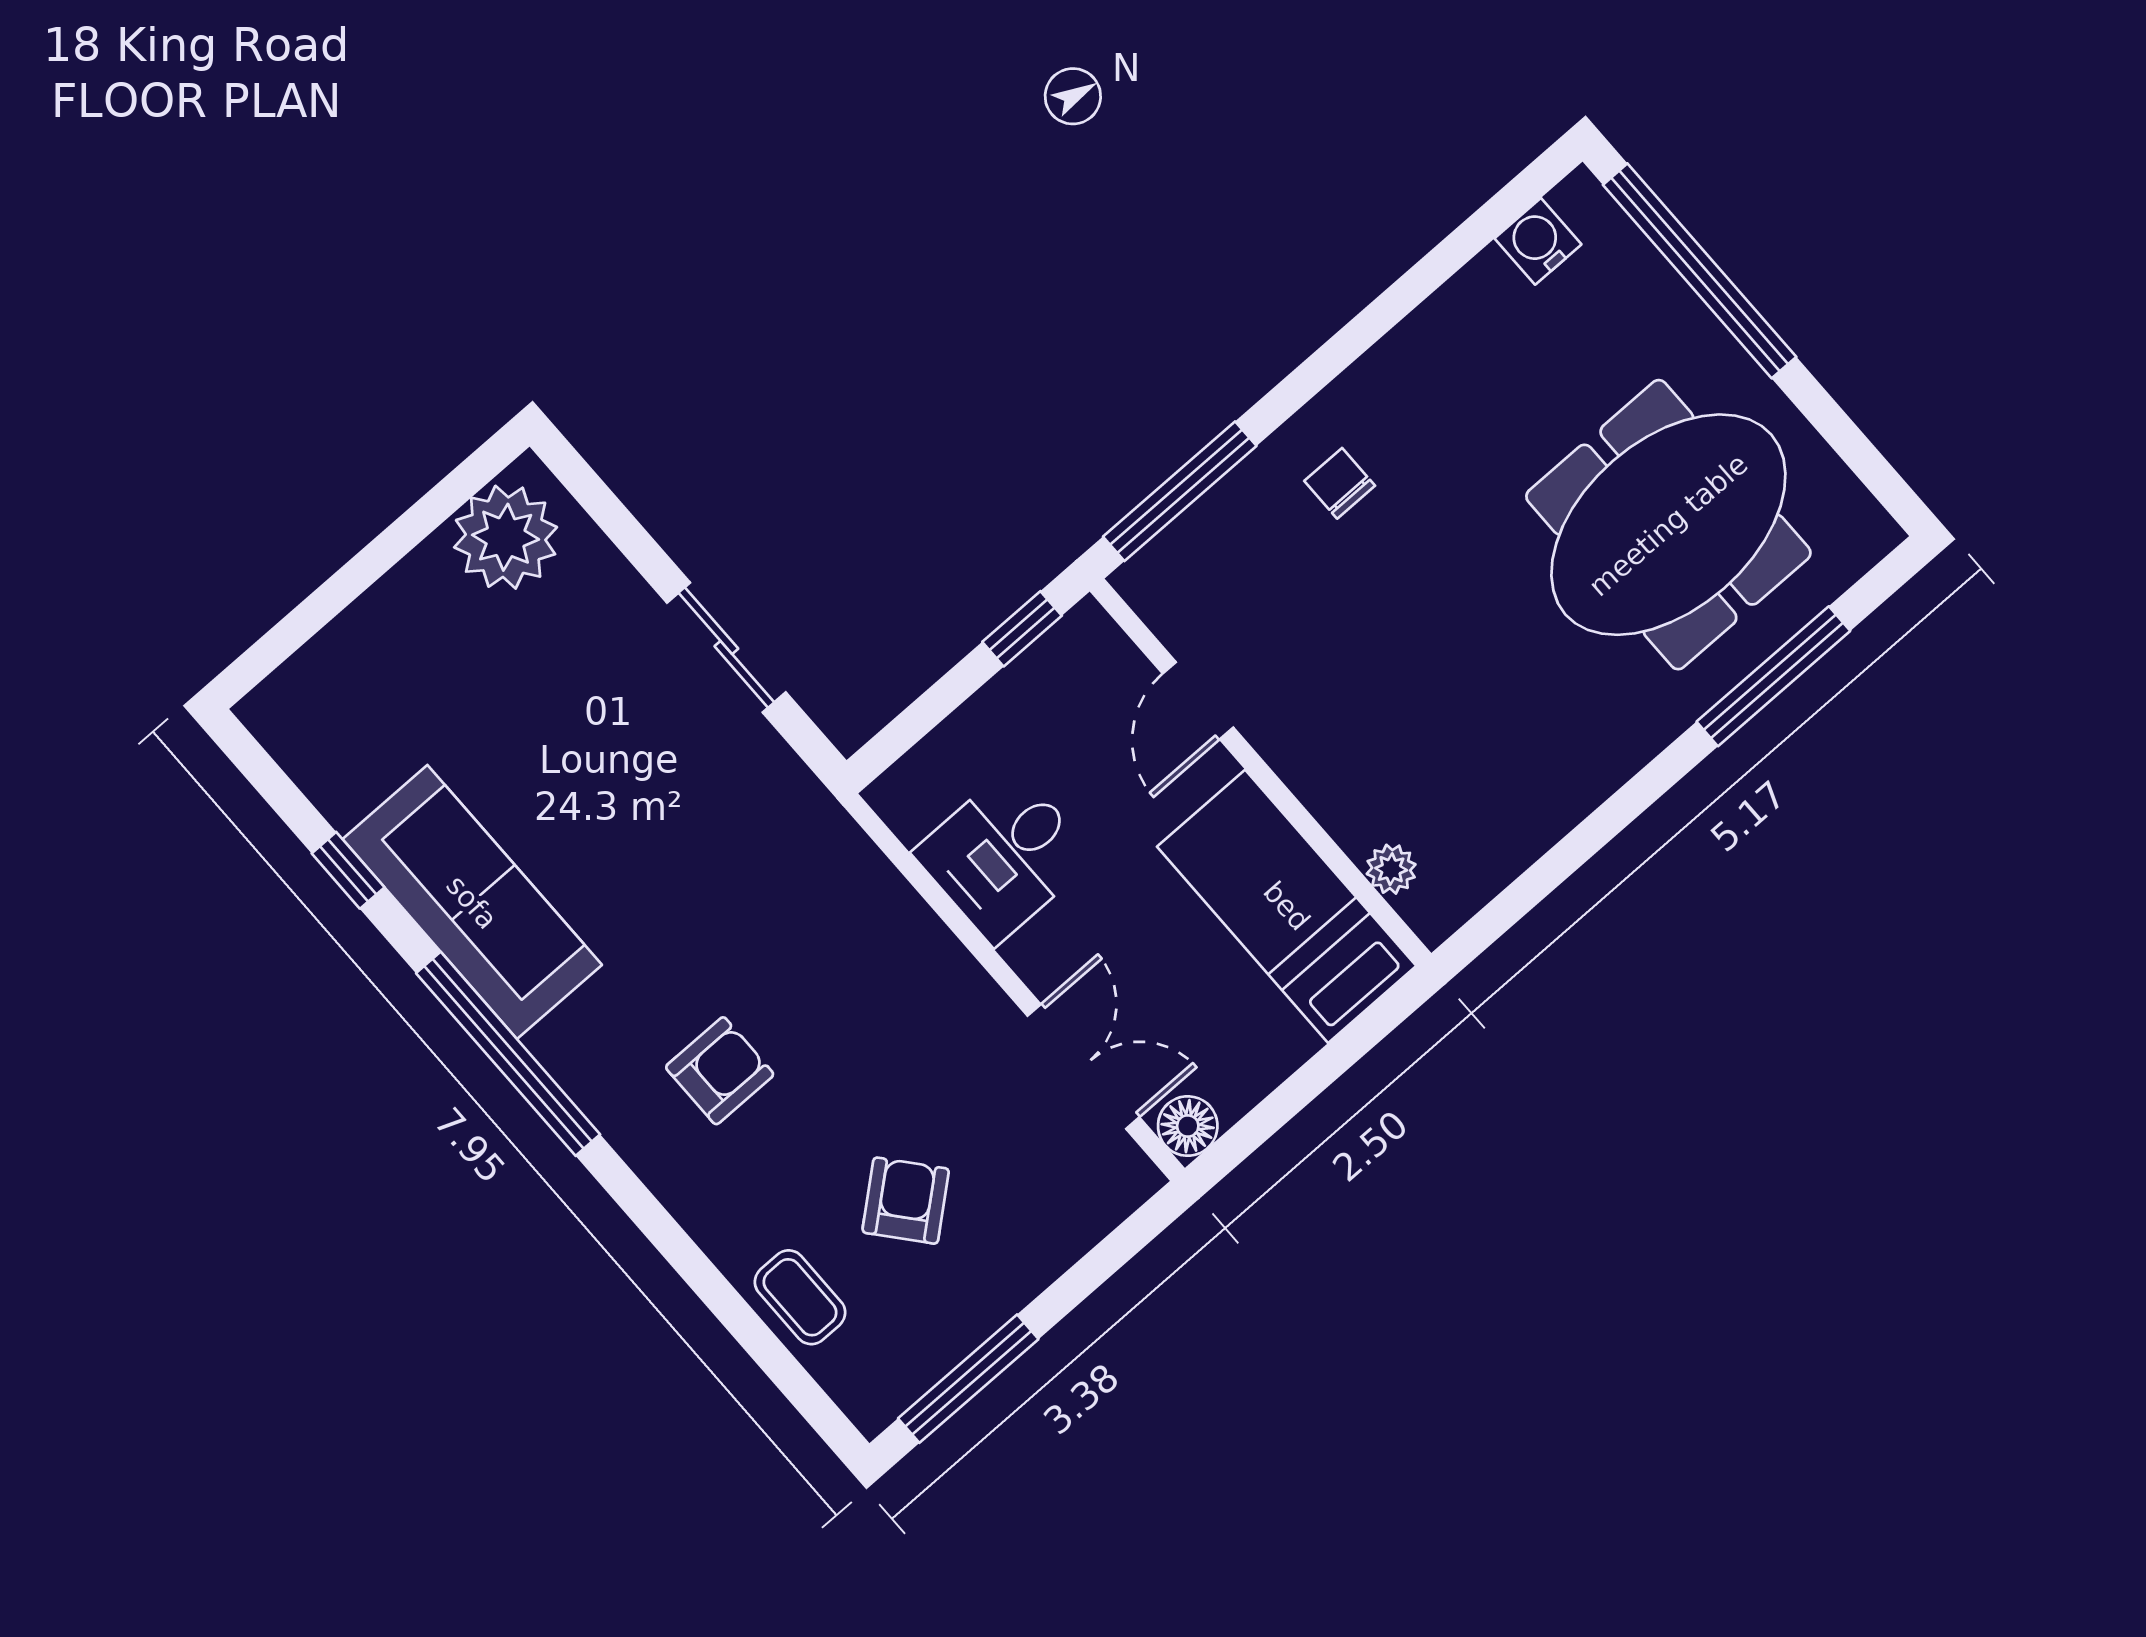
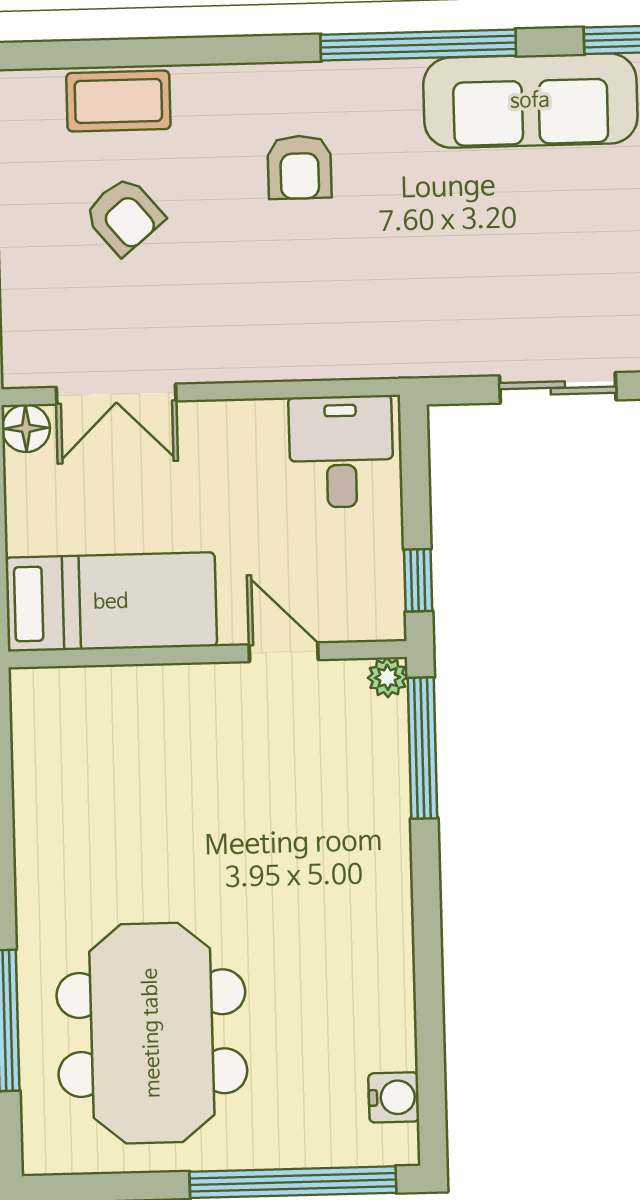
chair: (1340, 483) -> (346, 851), removed
desk: (1004, 855) -> (341, 452), moved
plant: (1391, 869) -> (388, 677), moved
coffee table: (800, 1297) -> (118, 101), width x1.36, depth x1.30

